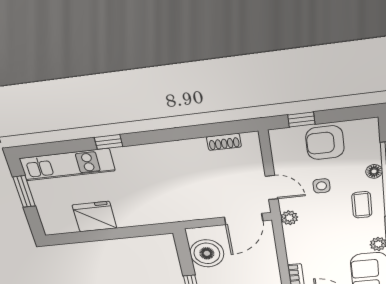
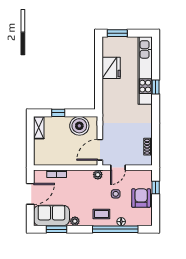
kitchen unit: (67, 165) -> (145, 71), width x1.36
window: (24, 192) -> (117, 33), moved
door: (244, 219) -> (100, 150), hinge flipped

